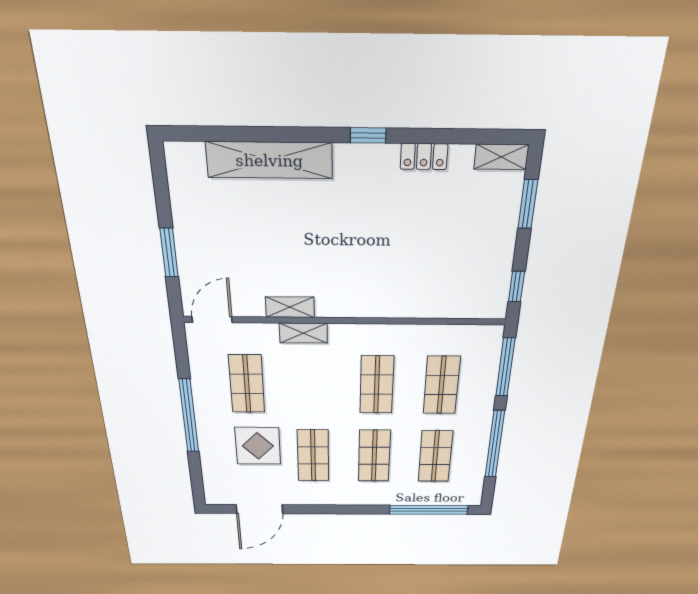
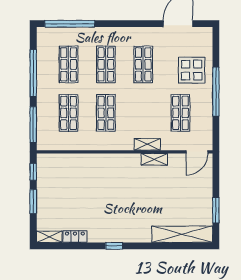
locker: (424, 157) -> (75, 237), moved
shelving: (269, 160) -> (182, 234), moved
window: (528, 204) -> (33, 201), moved
window: (169, 253) -> (216, 210), moved
display table: (258, 446) -> (192, 70), moved

